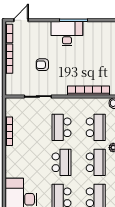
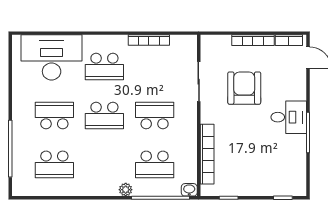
desk: (67, 34) -> (289, 117), width x0.73
armchair: (42, 65) -> (244, 88), width x1.88, depth x1.88
school desk: (96, 162) -> (104, 67), moved

